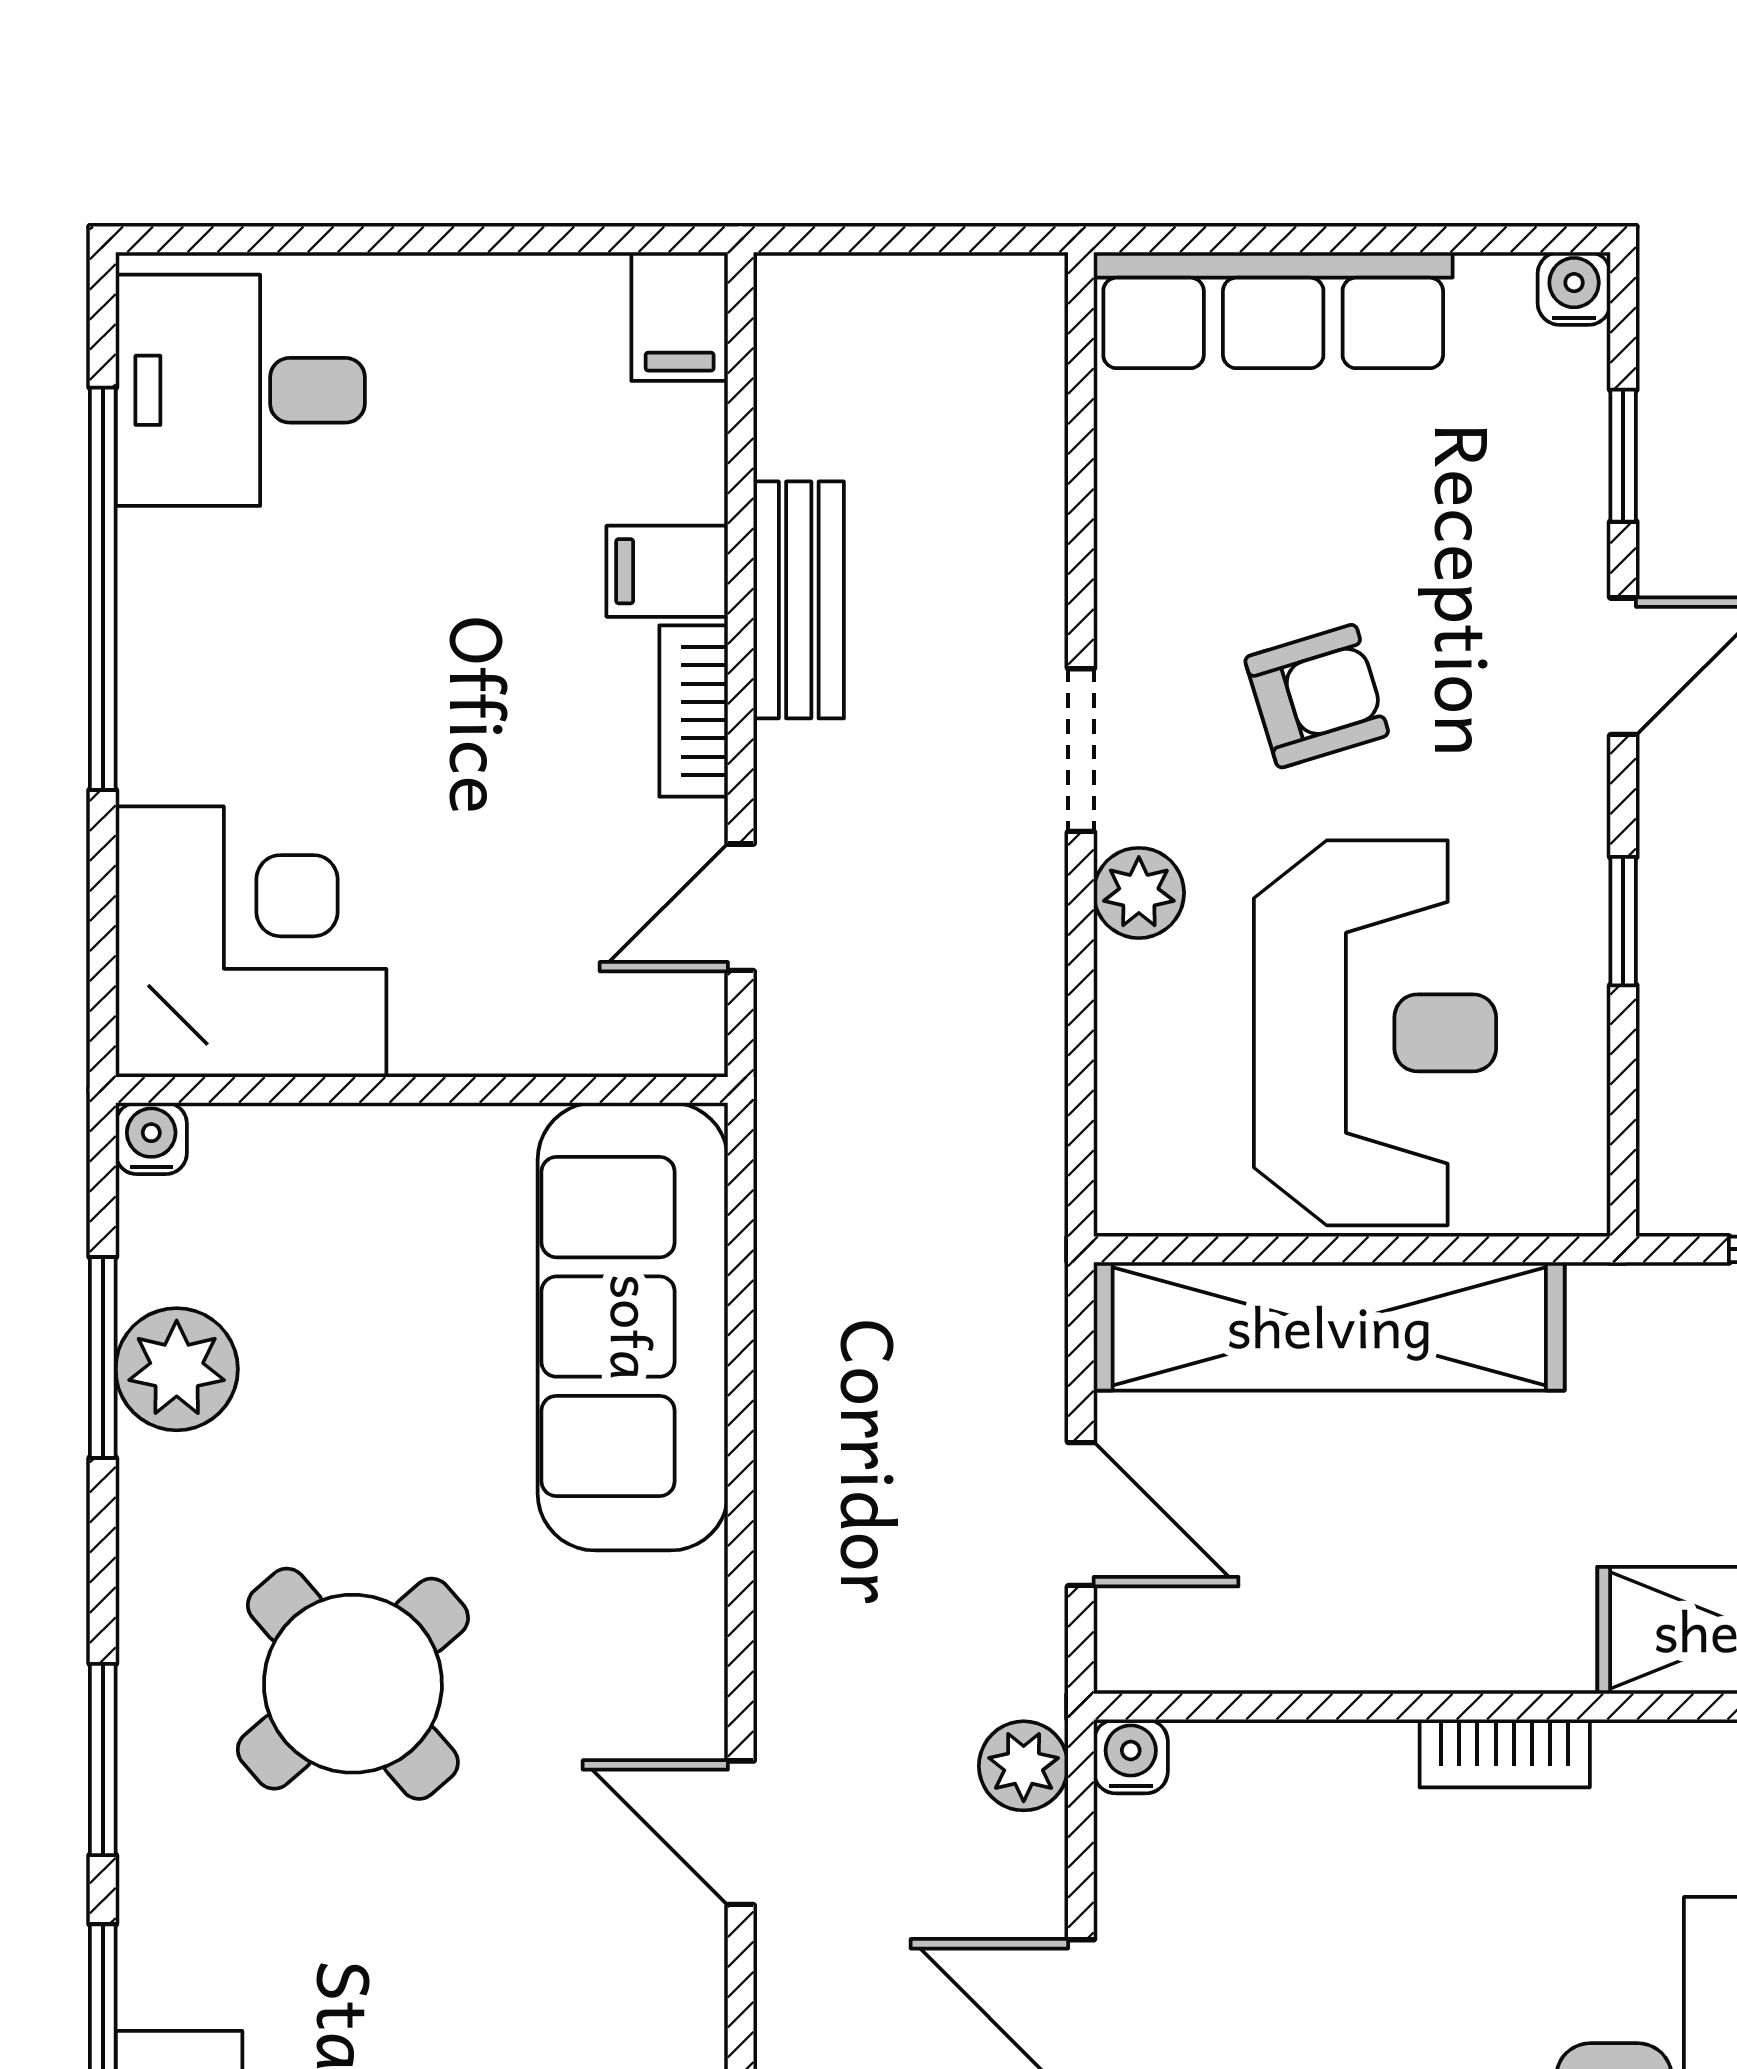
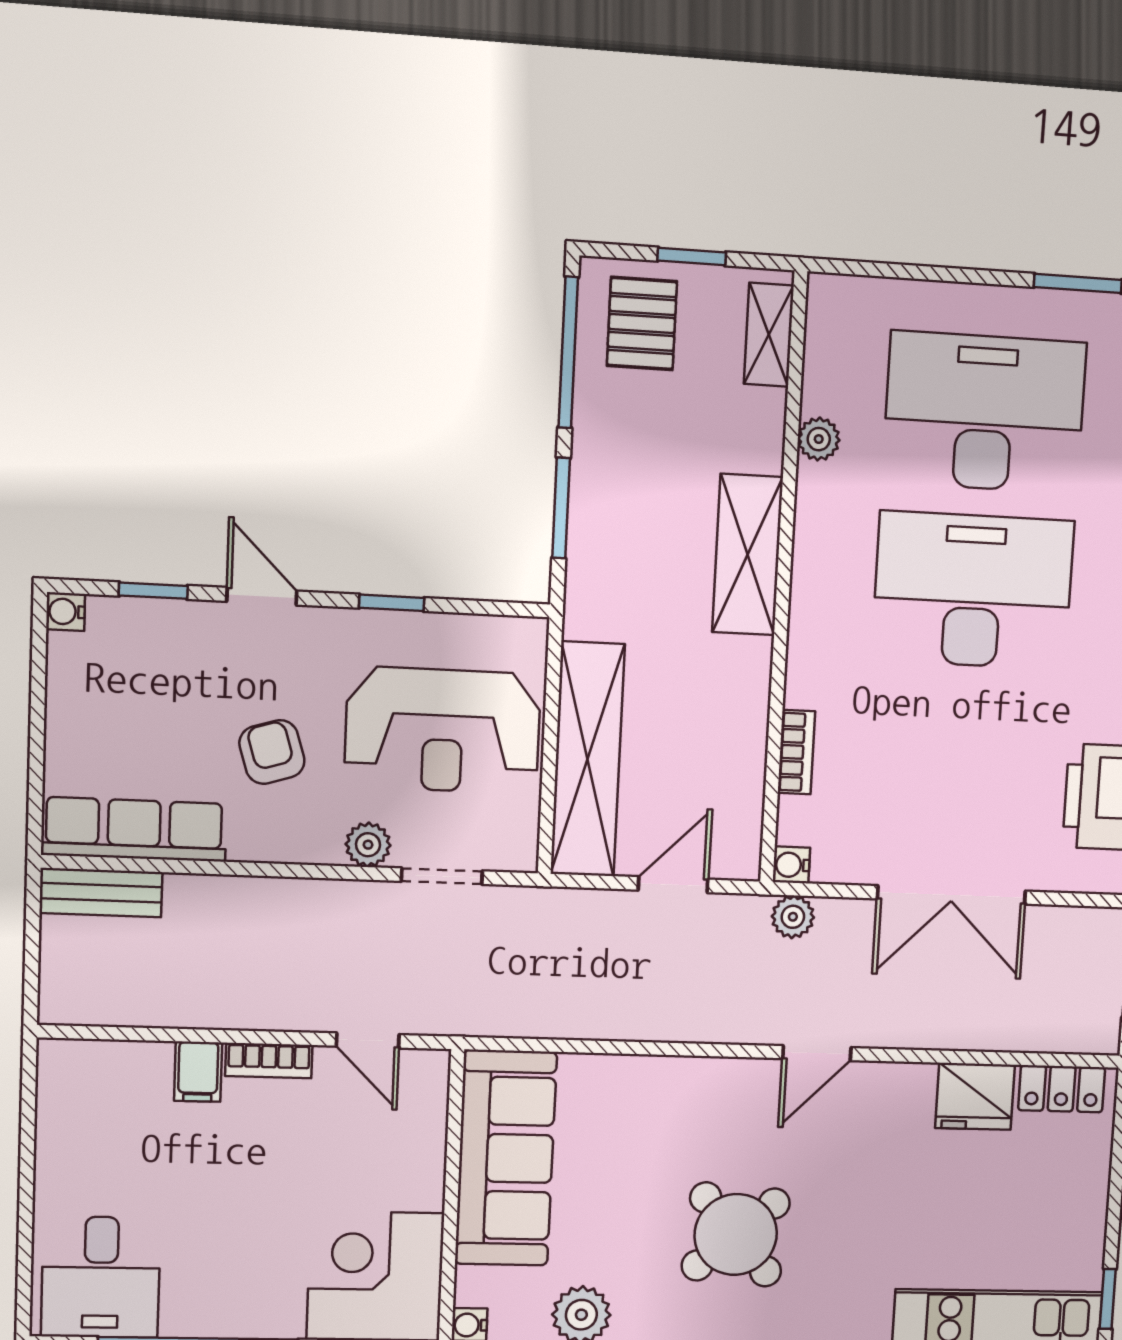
row of seats: (1273, 310) -> (134, 829), moved, turned -90
filing cabinet: (680, 316) -> (69, 1062), removed
bench: (799, 600) -> (101, 893), moved
doorway: (1081, 750) -> (442, 876), moved
reception desk: (1375, 1033) -> (443, 730), turned 180
sofa: (633, 1327) -> (506, 1158), moved, turned -90
bookcase: (1505, 1753) -> (796, 752), moved

